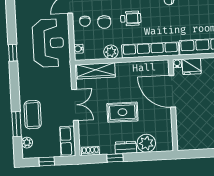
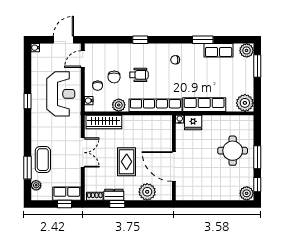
chair: (85, 21) -> (98, 86), moved
door: (172, 91) -> (174, 167), moved
rug: (122, 112) -> (127, 162), turned 90
row of seats: (68, 141) -> (67, 194), moved, turned 90
dresser: (126, 147) -> (114, 195), moved
window: (47, 161) -> (64, 204), moved

